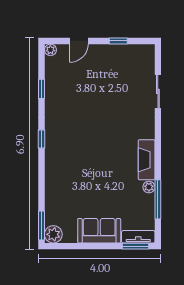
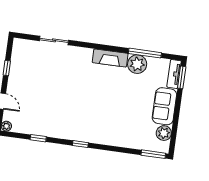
plant: (149, 187) -> (137, 64), width x1.88, depth x1.88
plant: (53, 234) -> (164, 133), moved

